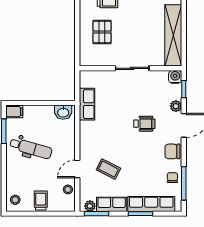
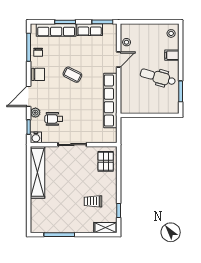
pallet: (102, 32) -> (106, 161), moved
row of seats: (87, 104) -> (110, 101), width x2.02
filing cabinet: (14, 112) -> (172, 55), moved
washbasin: (63, 112) -> (131, 107), removed
wheelchair: (144, 124) -> (54, 119), moved
coffee table: (108, 169) -> (72, 75), moved
trolley: (41, 200) -> (150, 33), removed
plant: (90, 206) -> (108, 28), removed

